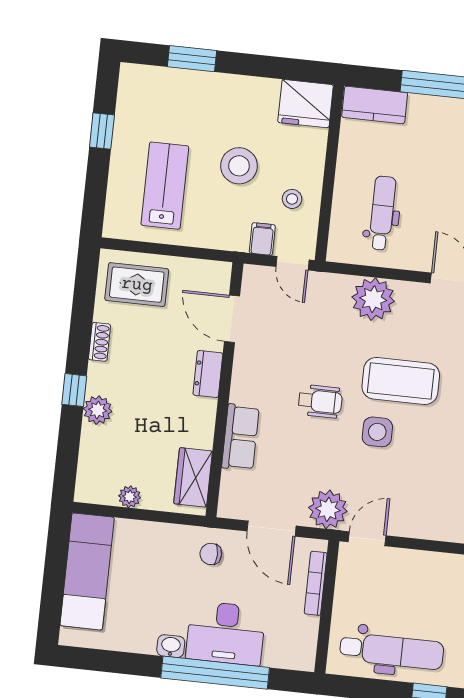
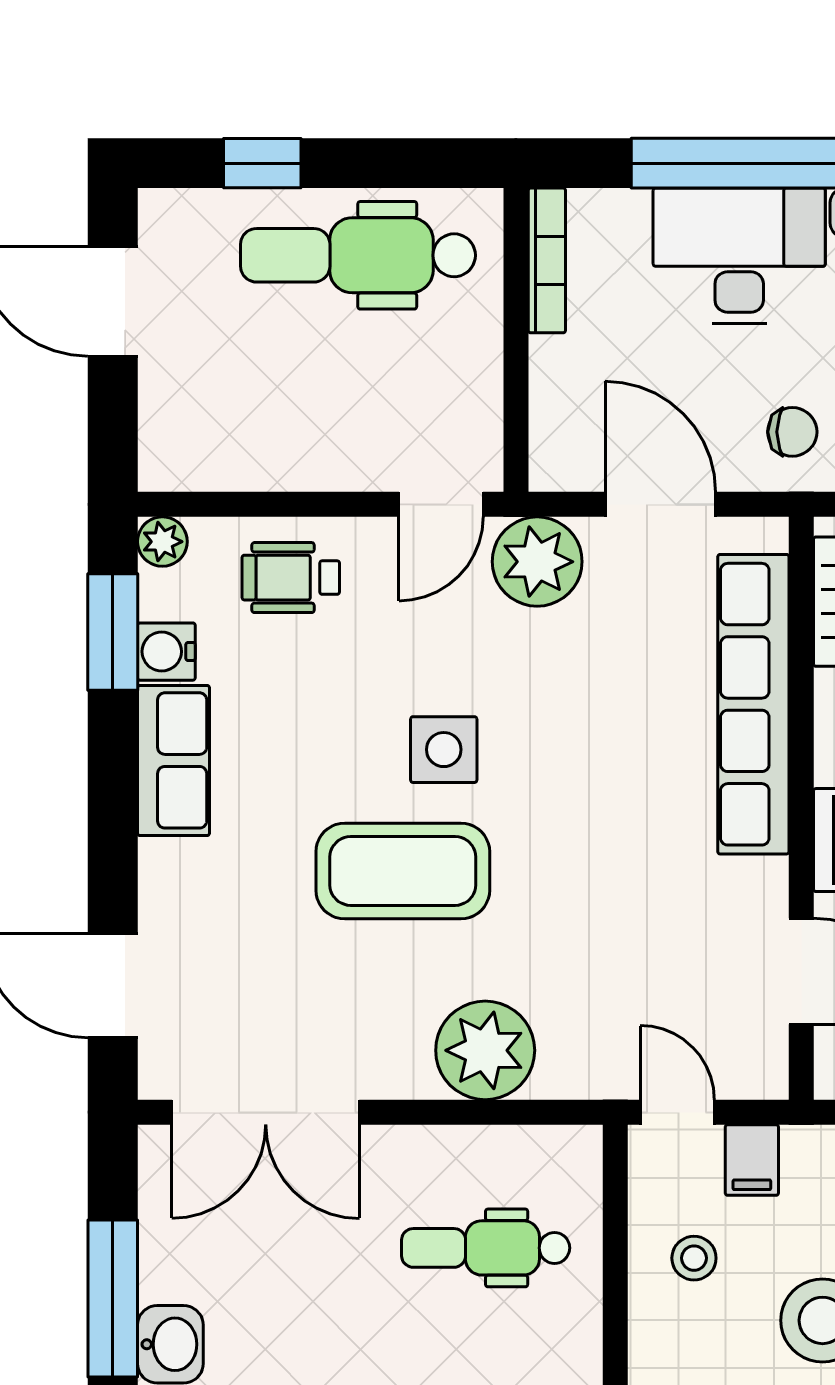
dental chair: (382, 213) -> (486, 1248), turned 90
wheelchair: (320, 401) -> (291, 578), moved
row of seats: (240, 437) -> (753, 704), width x2.02
bookcase: (316, 583) -> (547, 260), moved

